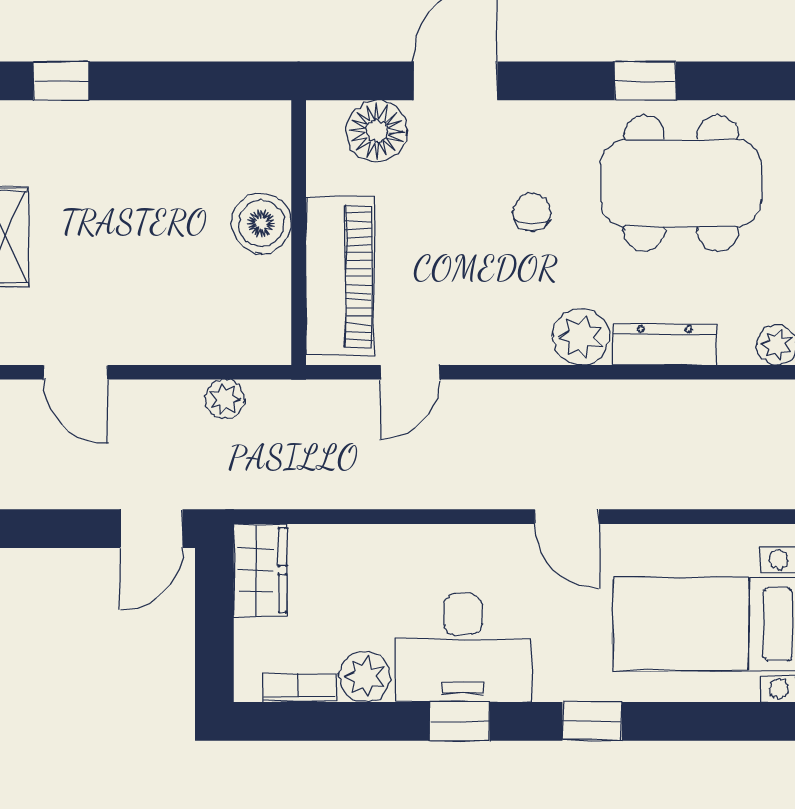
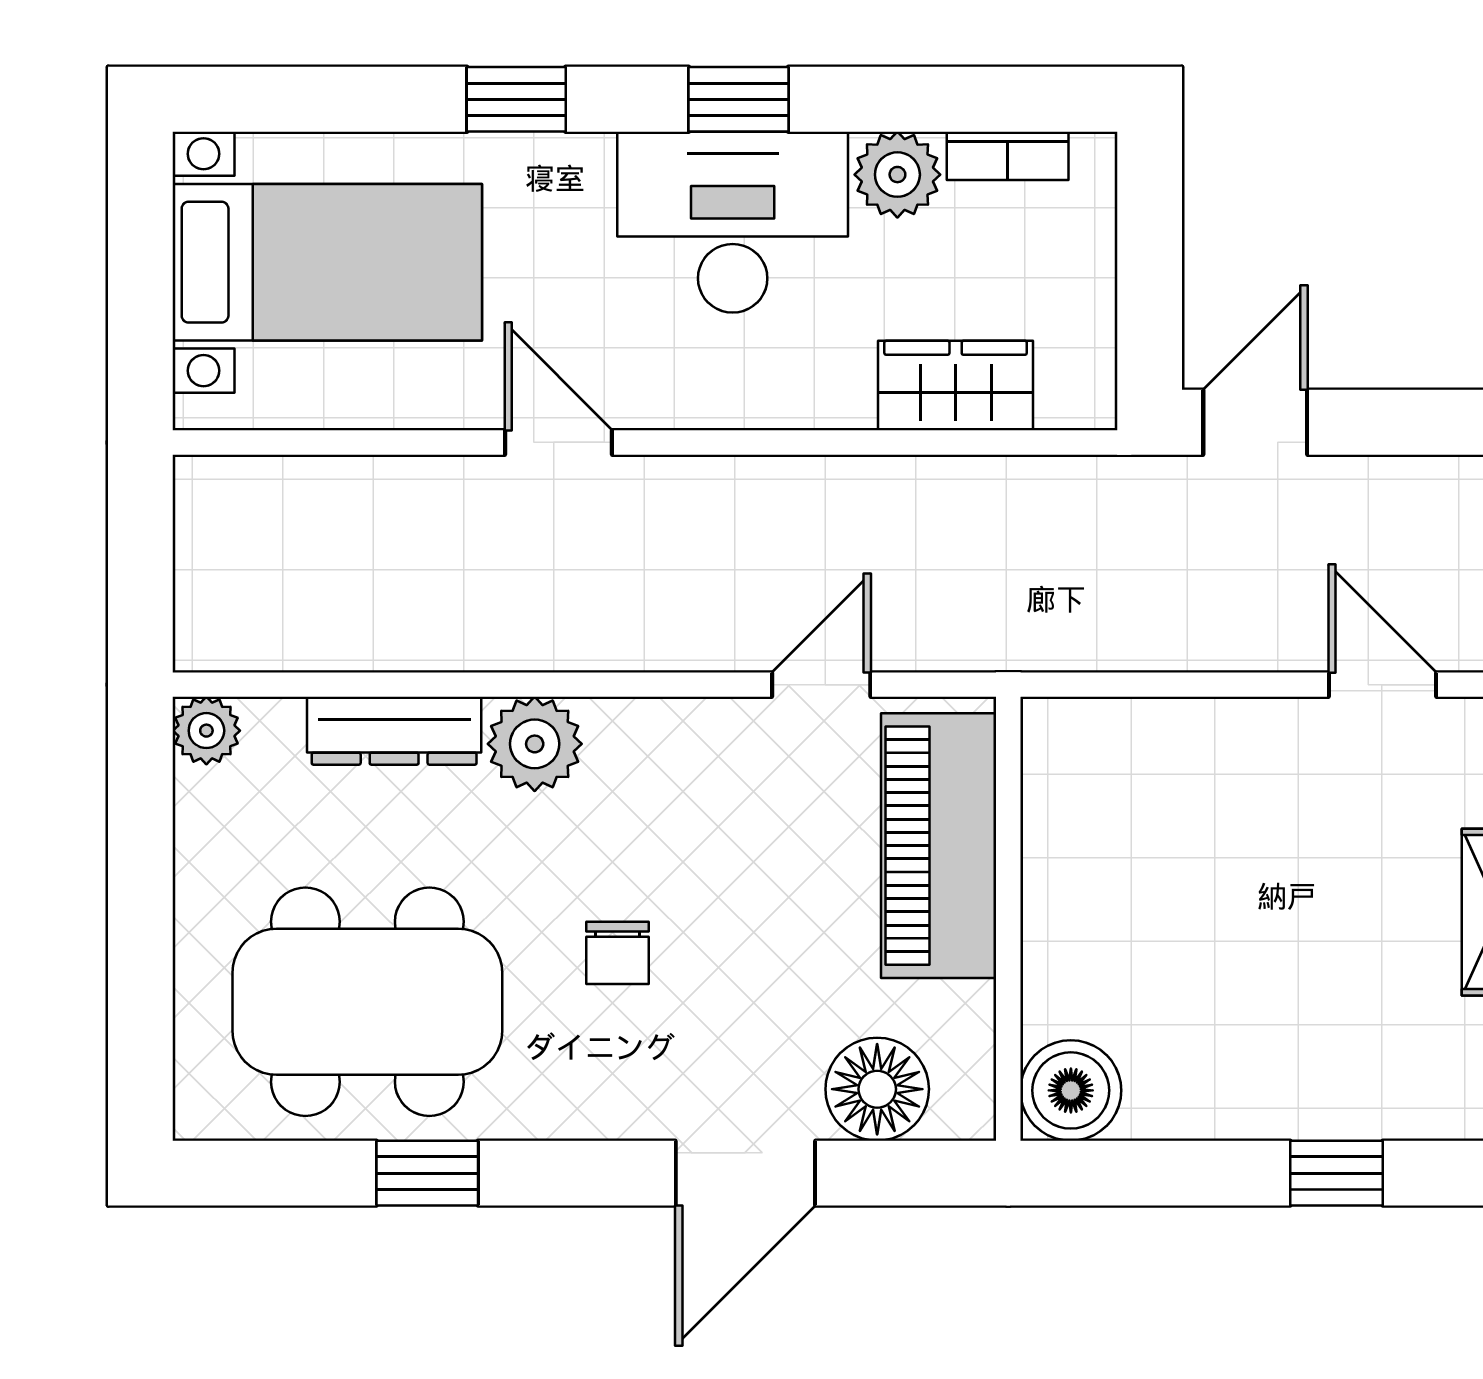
window: (61, 81) -> (1337, 1173), moved
boiler: (261, 223) -> (1071, 1090), moved
plant: (225, 399) -> (1132, 639), removed
wardrobe: (260, 570) -> (956, 385), moved, turned 90

